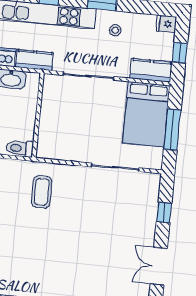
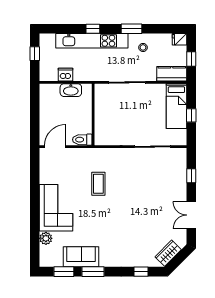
kitchen counter: (34, 60) -> (87, 75), removed
bed: (146, 114) -> (176, 106), width x0.67
window: (172, 130) -> (191, 115), width x0.46
coffee table: (42, 192) -> (98, 184), moved

